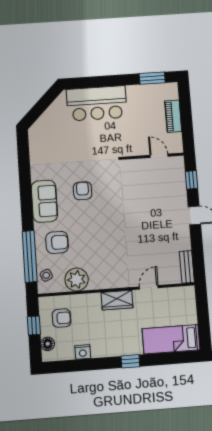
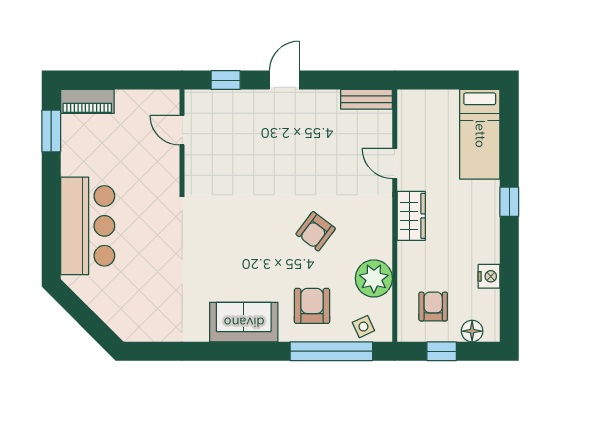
piano: (173, 116) -> (87, 101), moved
door: (159, 156) -> (182, 130), hinge flipped
armchair: (83, 191) -> (316, 231), moved, turned -53

